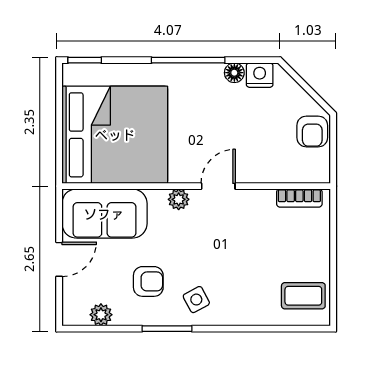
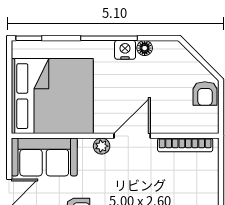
nightstand: (260, 75) -> (125, 50), moved
door: (218, 186) -> (132, 136), width x1.38
bookcase: (299, 198) -> (185, 145), width x1.56

